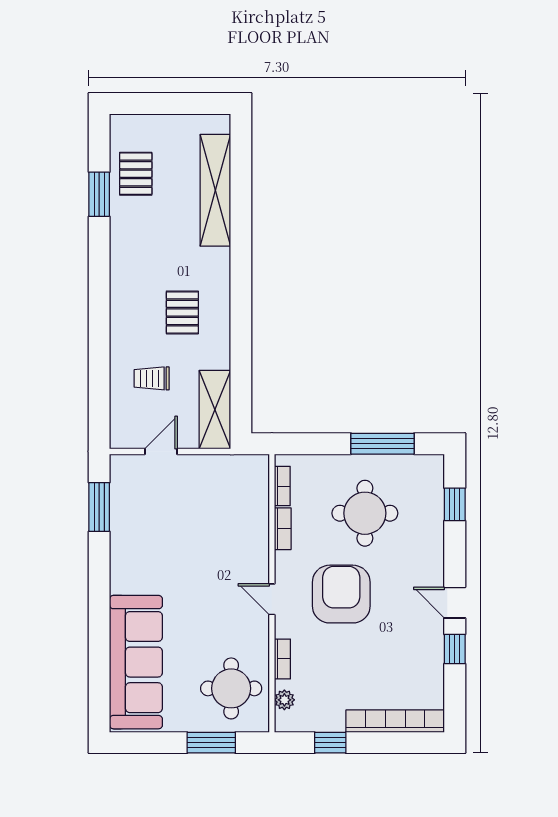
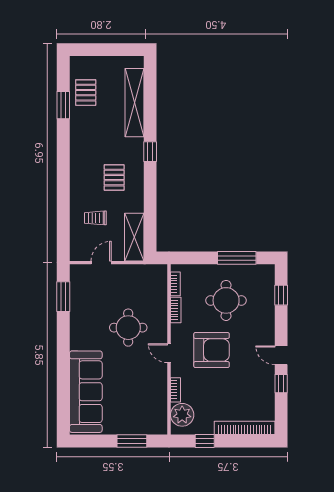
window: (241, 270) -> (150, 152), added
armchair: (341, 594) -> (212, 350), turned 90
round table: (231, 688) -> (128, 328), moved
plant: (284, 700) -> (182, 415), width x1.88, depth x1.88

